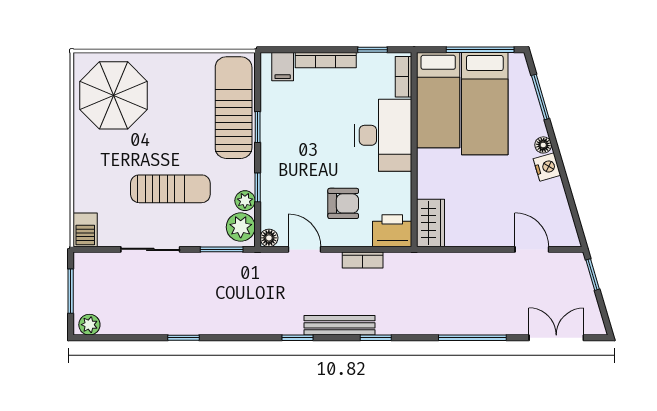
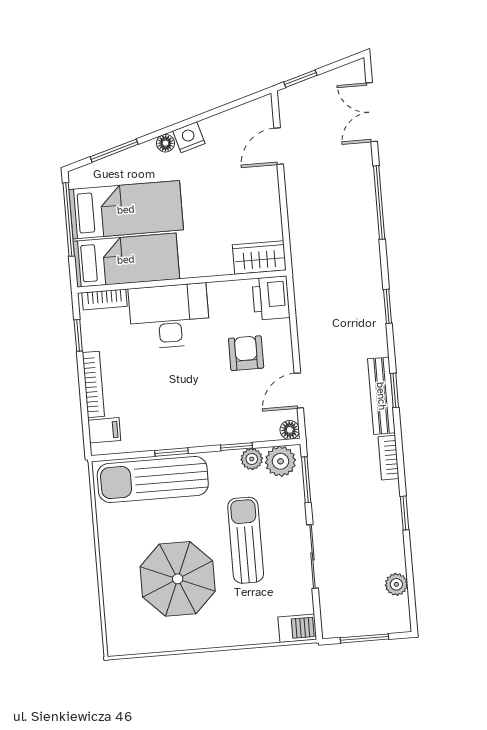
parasol: (114, 95) -> (178, 579), moved
bookcase: (363, 260) -> (389, 458), moved, turned 180
plant: (89, 325) -> (396, 584), moved
bench: (339, 325) -> (381, 396), moved

